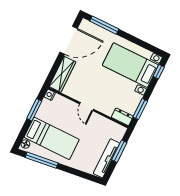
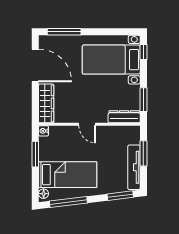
door: (69, 40) -> (35, 65), hinge flipped
dresser: (122, 117) -> (124, 117), width x1.44
window: (85, 175) -> (120, 196), added

